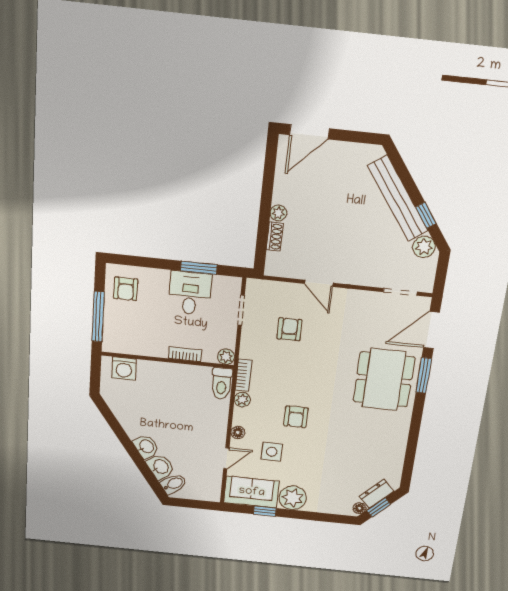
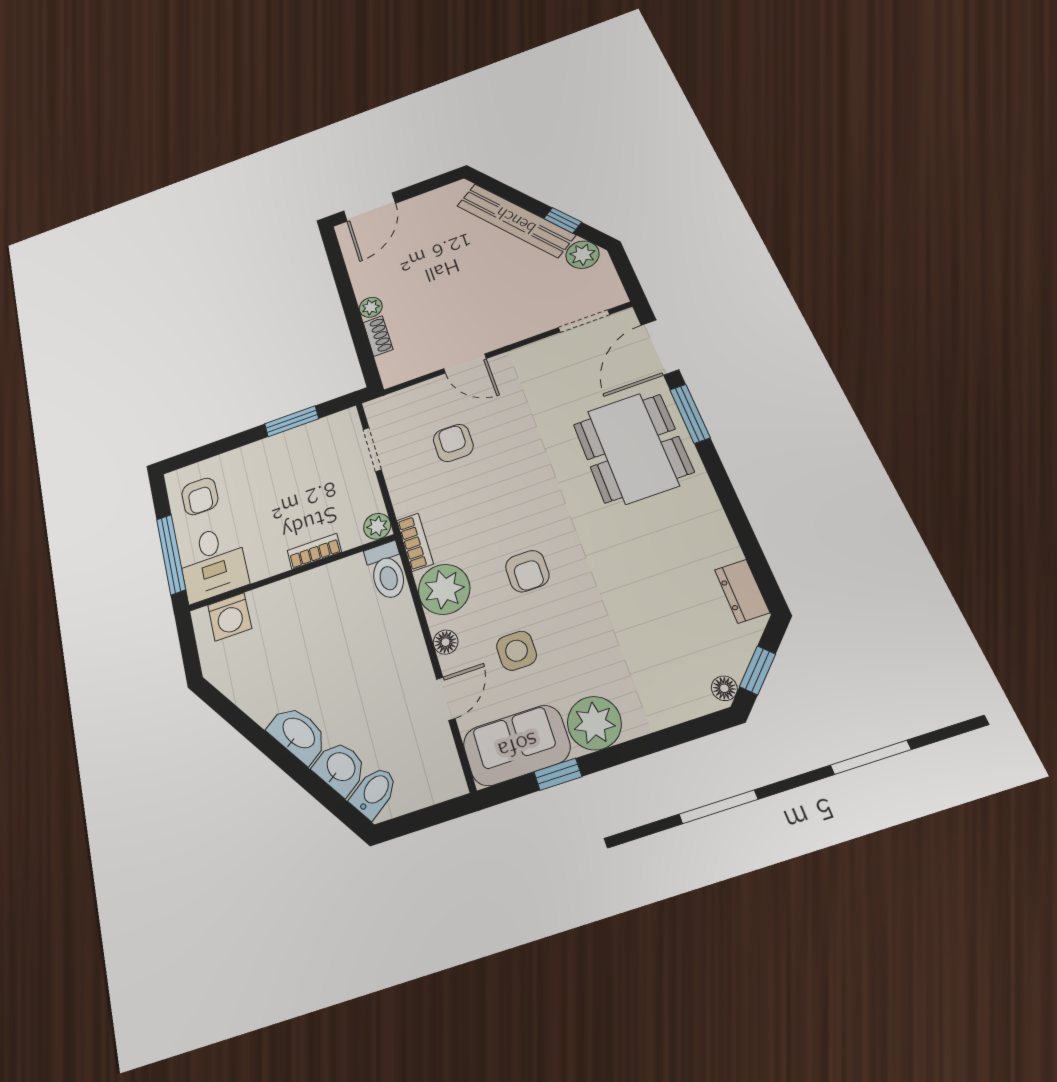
desk: (190, 293) -> (213, 563), moved, turned 180
plant: (242, 400) -> (444, 589), width x1.88, depth x1.88
washbasin: (146, 447) -> (298, 734), width x1.38
dresser: (377, 494) -> (742, 591), moved, turned -45

